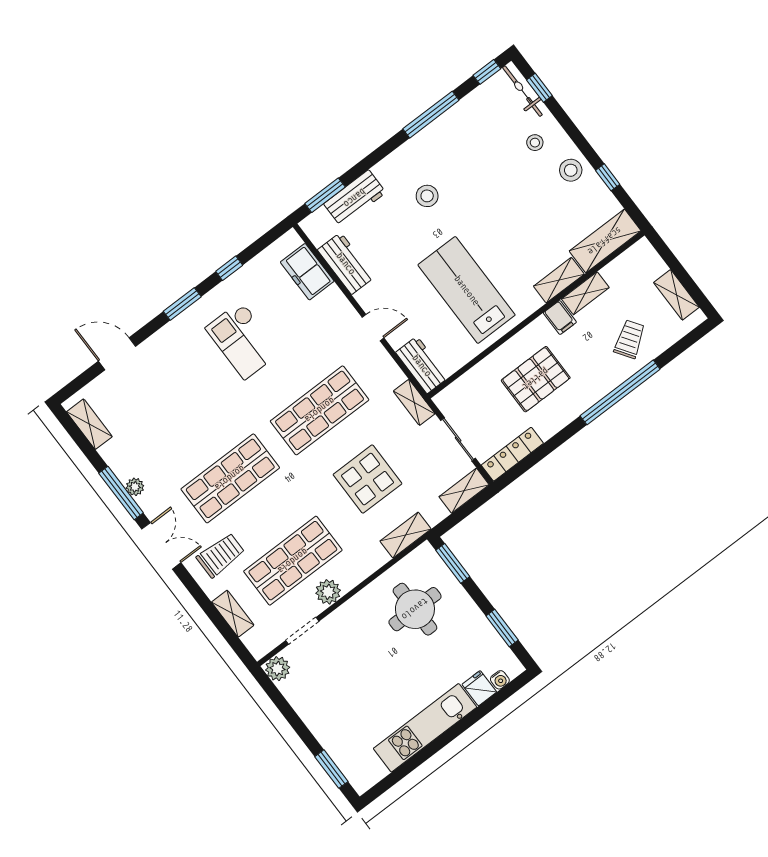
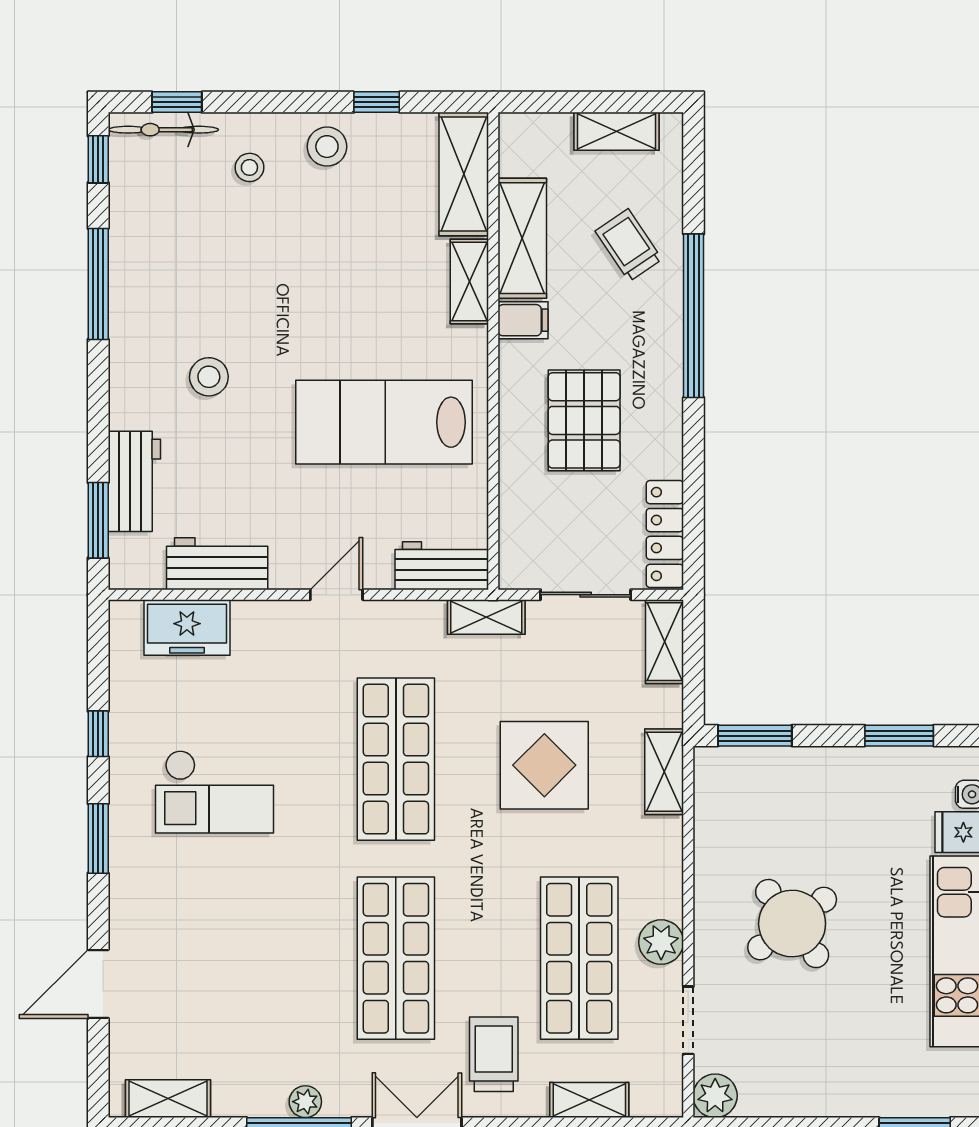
shelving: (585, 293) -> (522, 238), width x1.50, depth x1.33
round table: (415, 609) -> (792, 924), moved, turned -37

